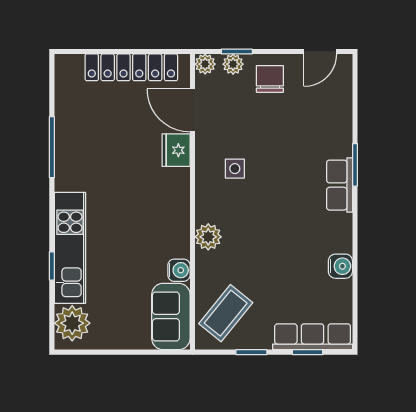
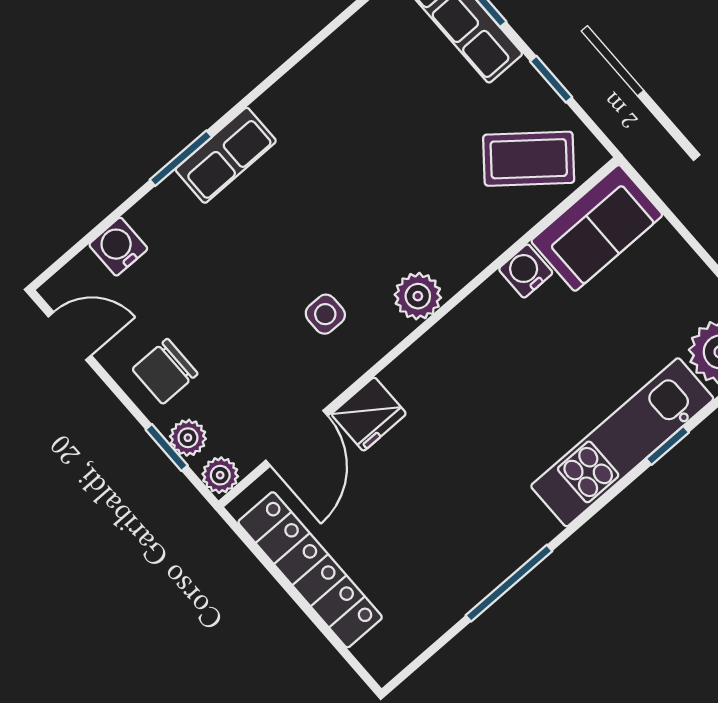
plant: (208, 237) -> (418, 296), moved
water cooler: (340, 266) -> (118, 247), moved

